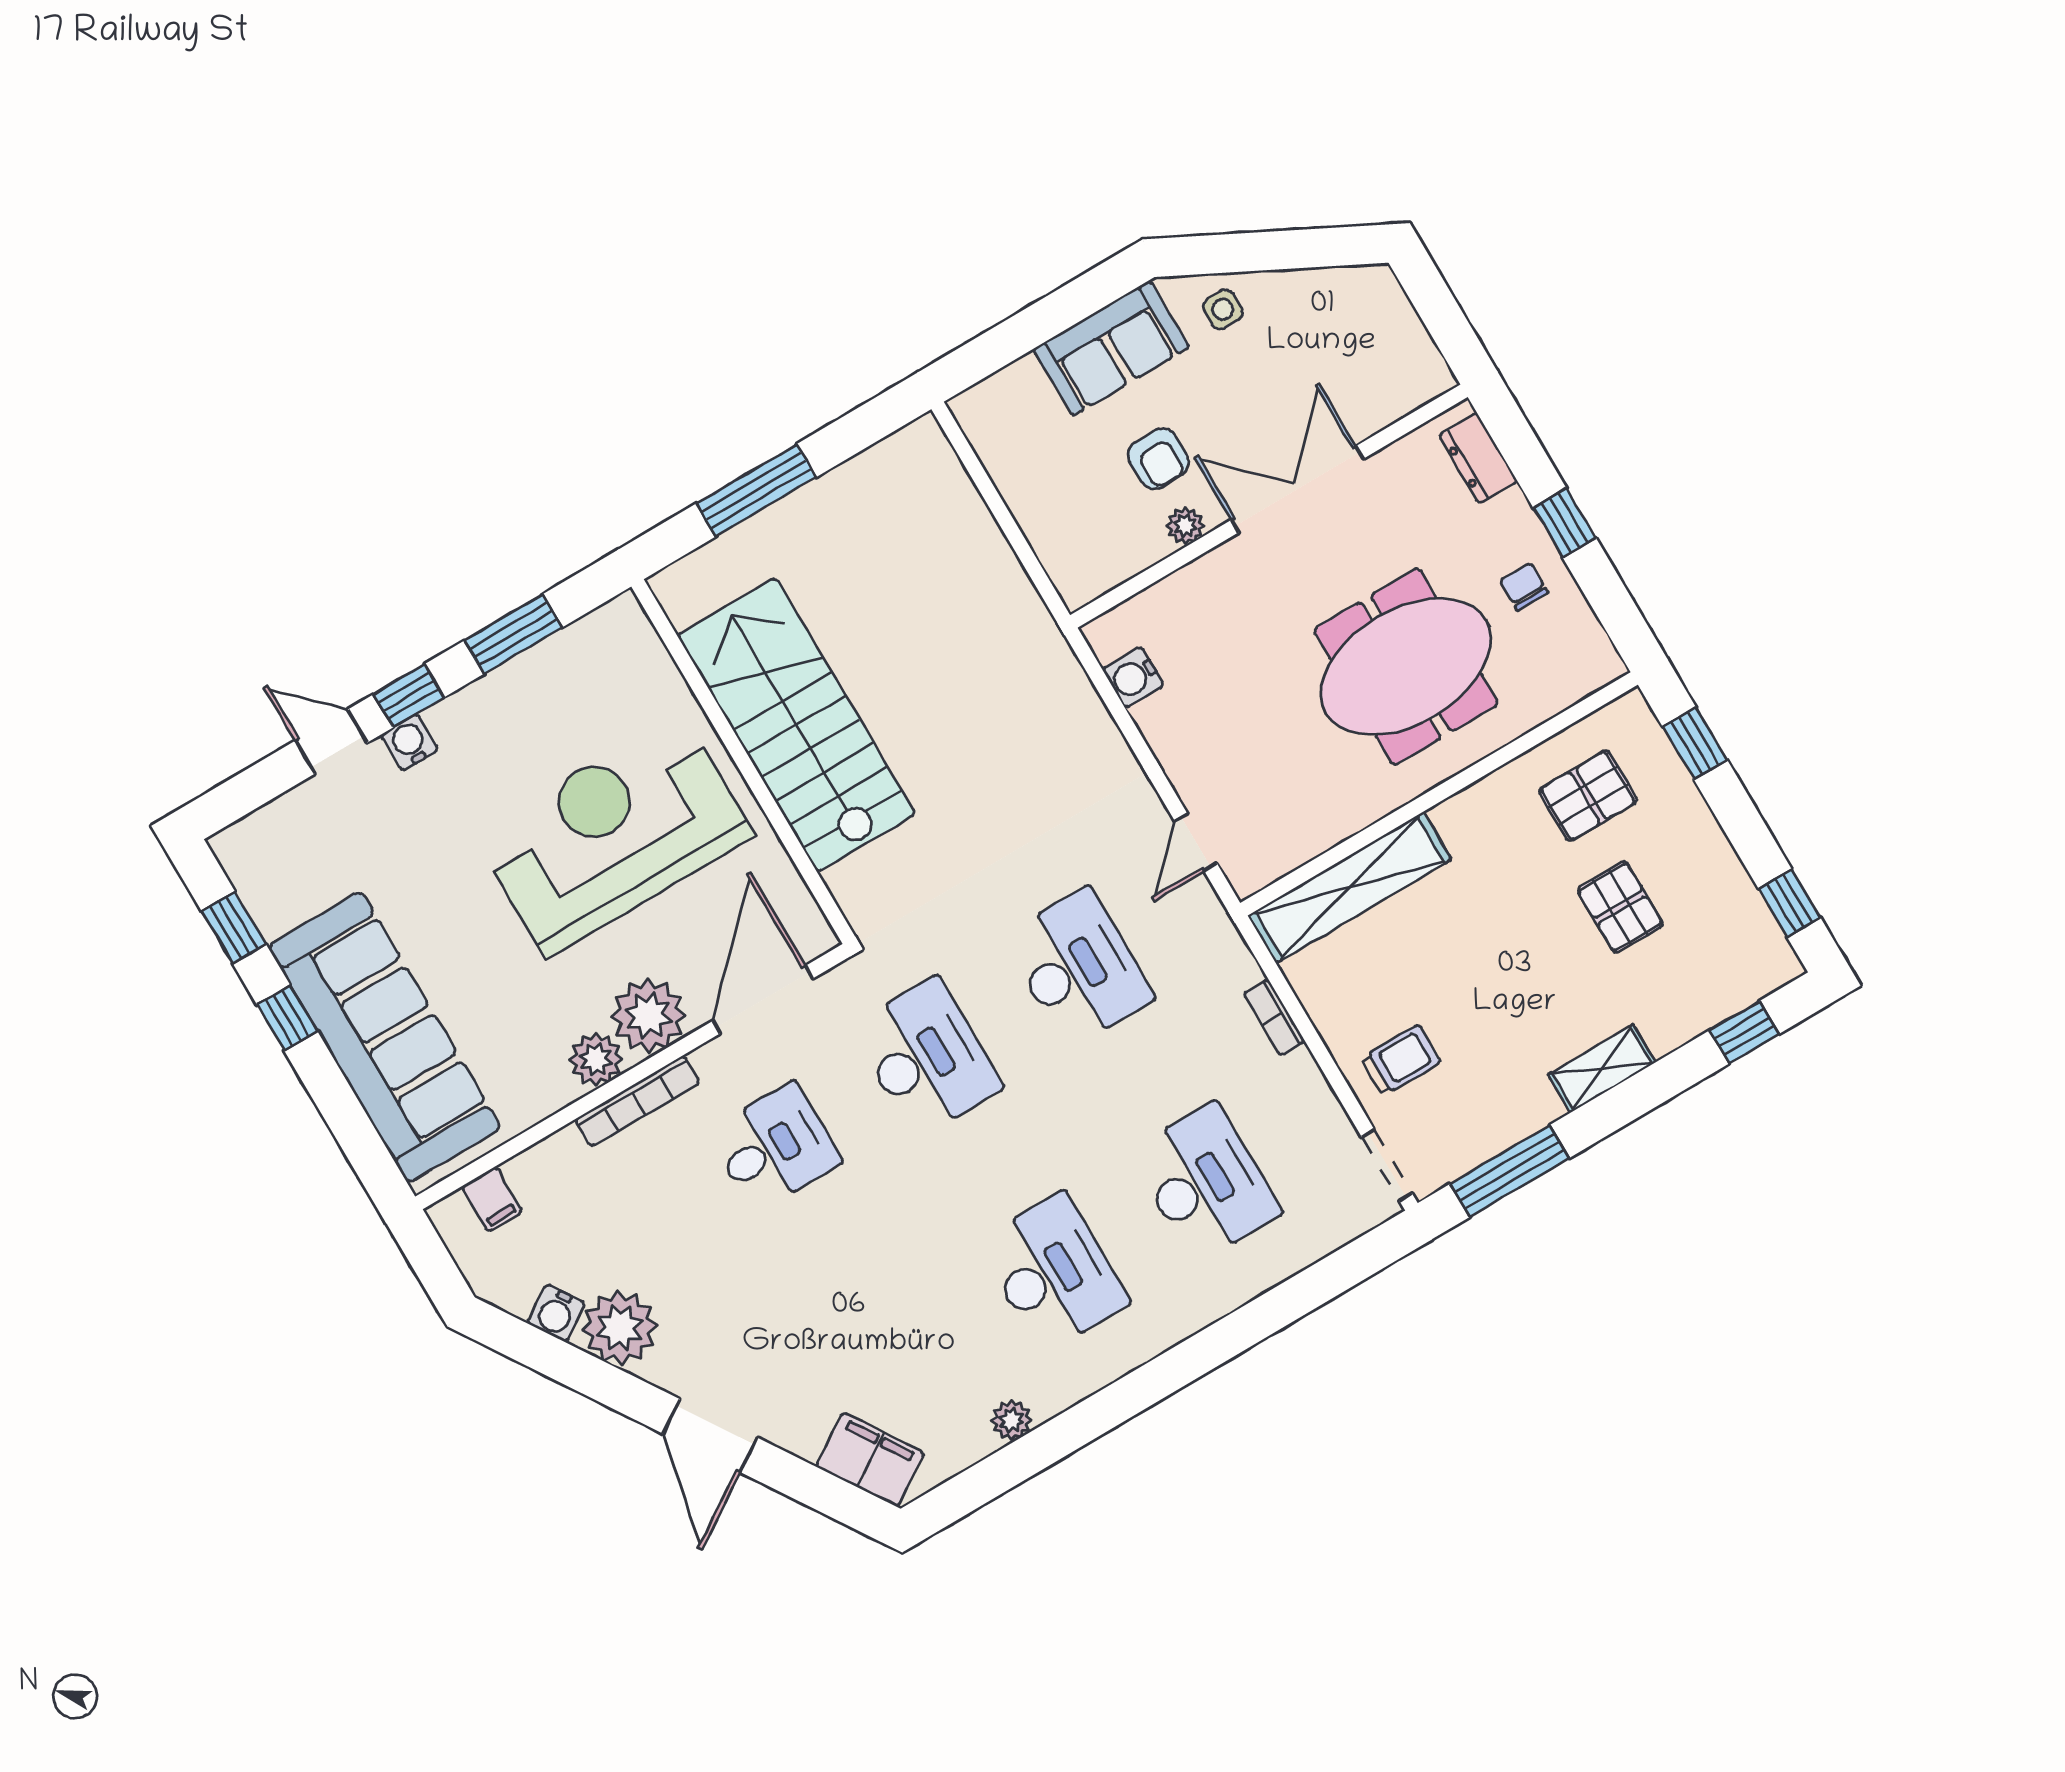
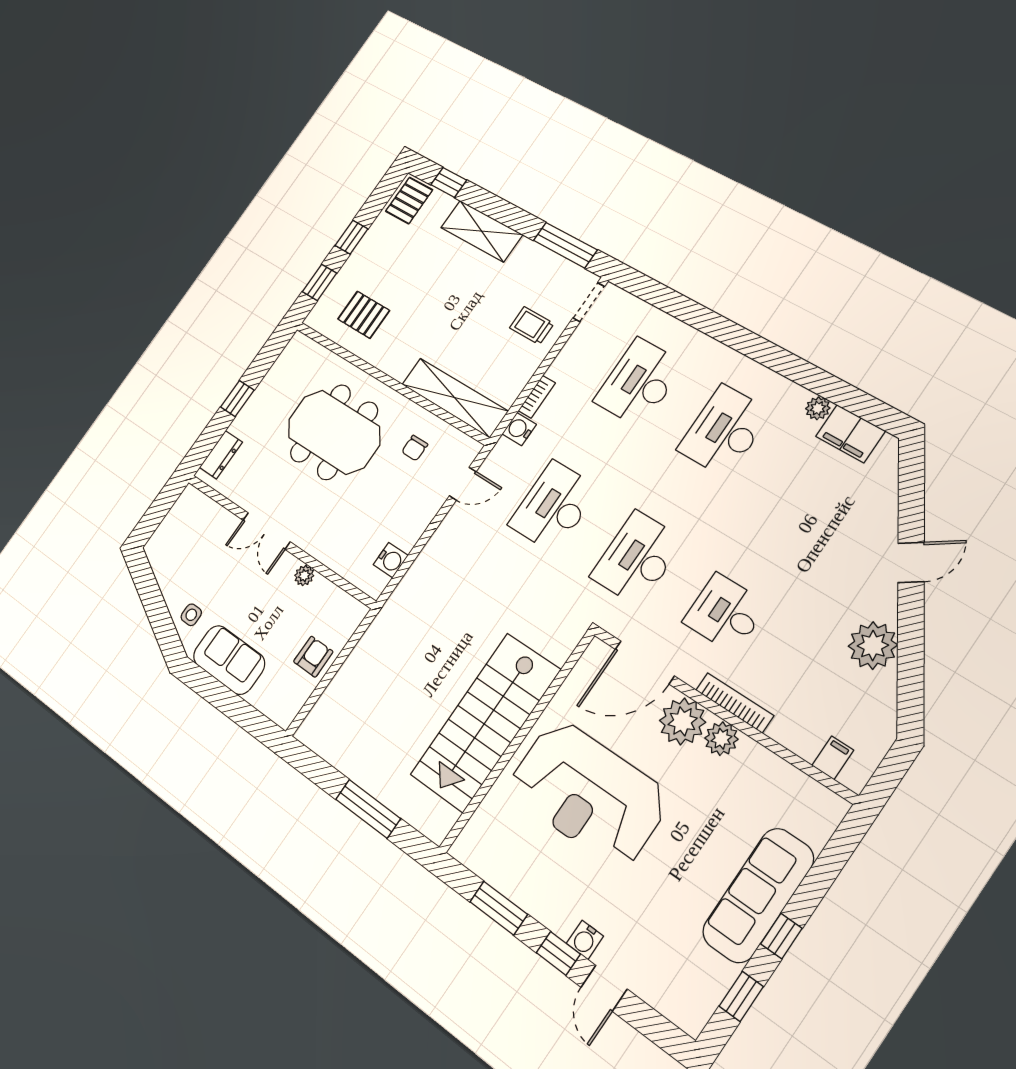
armchair: (1158, 459) -> (313, 657), moved
double door: (1297, 489) -> (266, 531), width x0.73
chair: (1524, 587) -> (415, 448), moved
window: (1789, 903) -> (352, 237), moved
pallet: (1620, 907) -> (409, 201), moved
sofa: (385, 1037) -> (758, 895), width x0.74, depth x0.79
shelving: (1602, 1068) -> (482, 231), width x1.50, depth x1.33
water cooler: (556, 1313) -> (519, 429), moved, turned -147
door: (710, 1436) -> (911, 562), width x0.73
filing cabinet: (870, 1460) -> (850, 434), moved, turned -57

